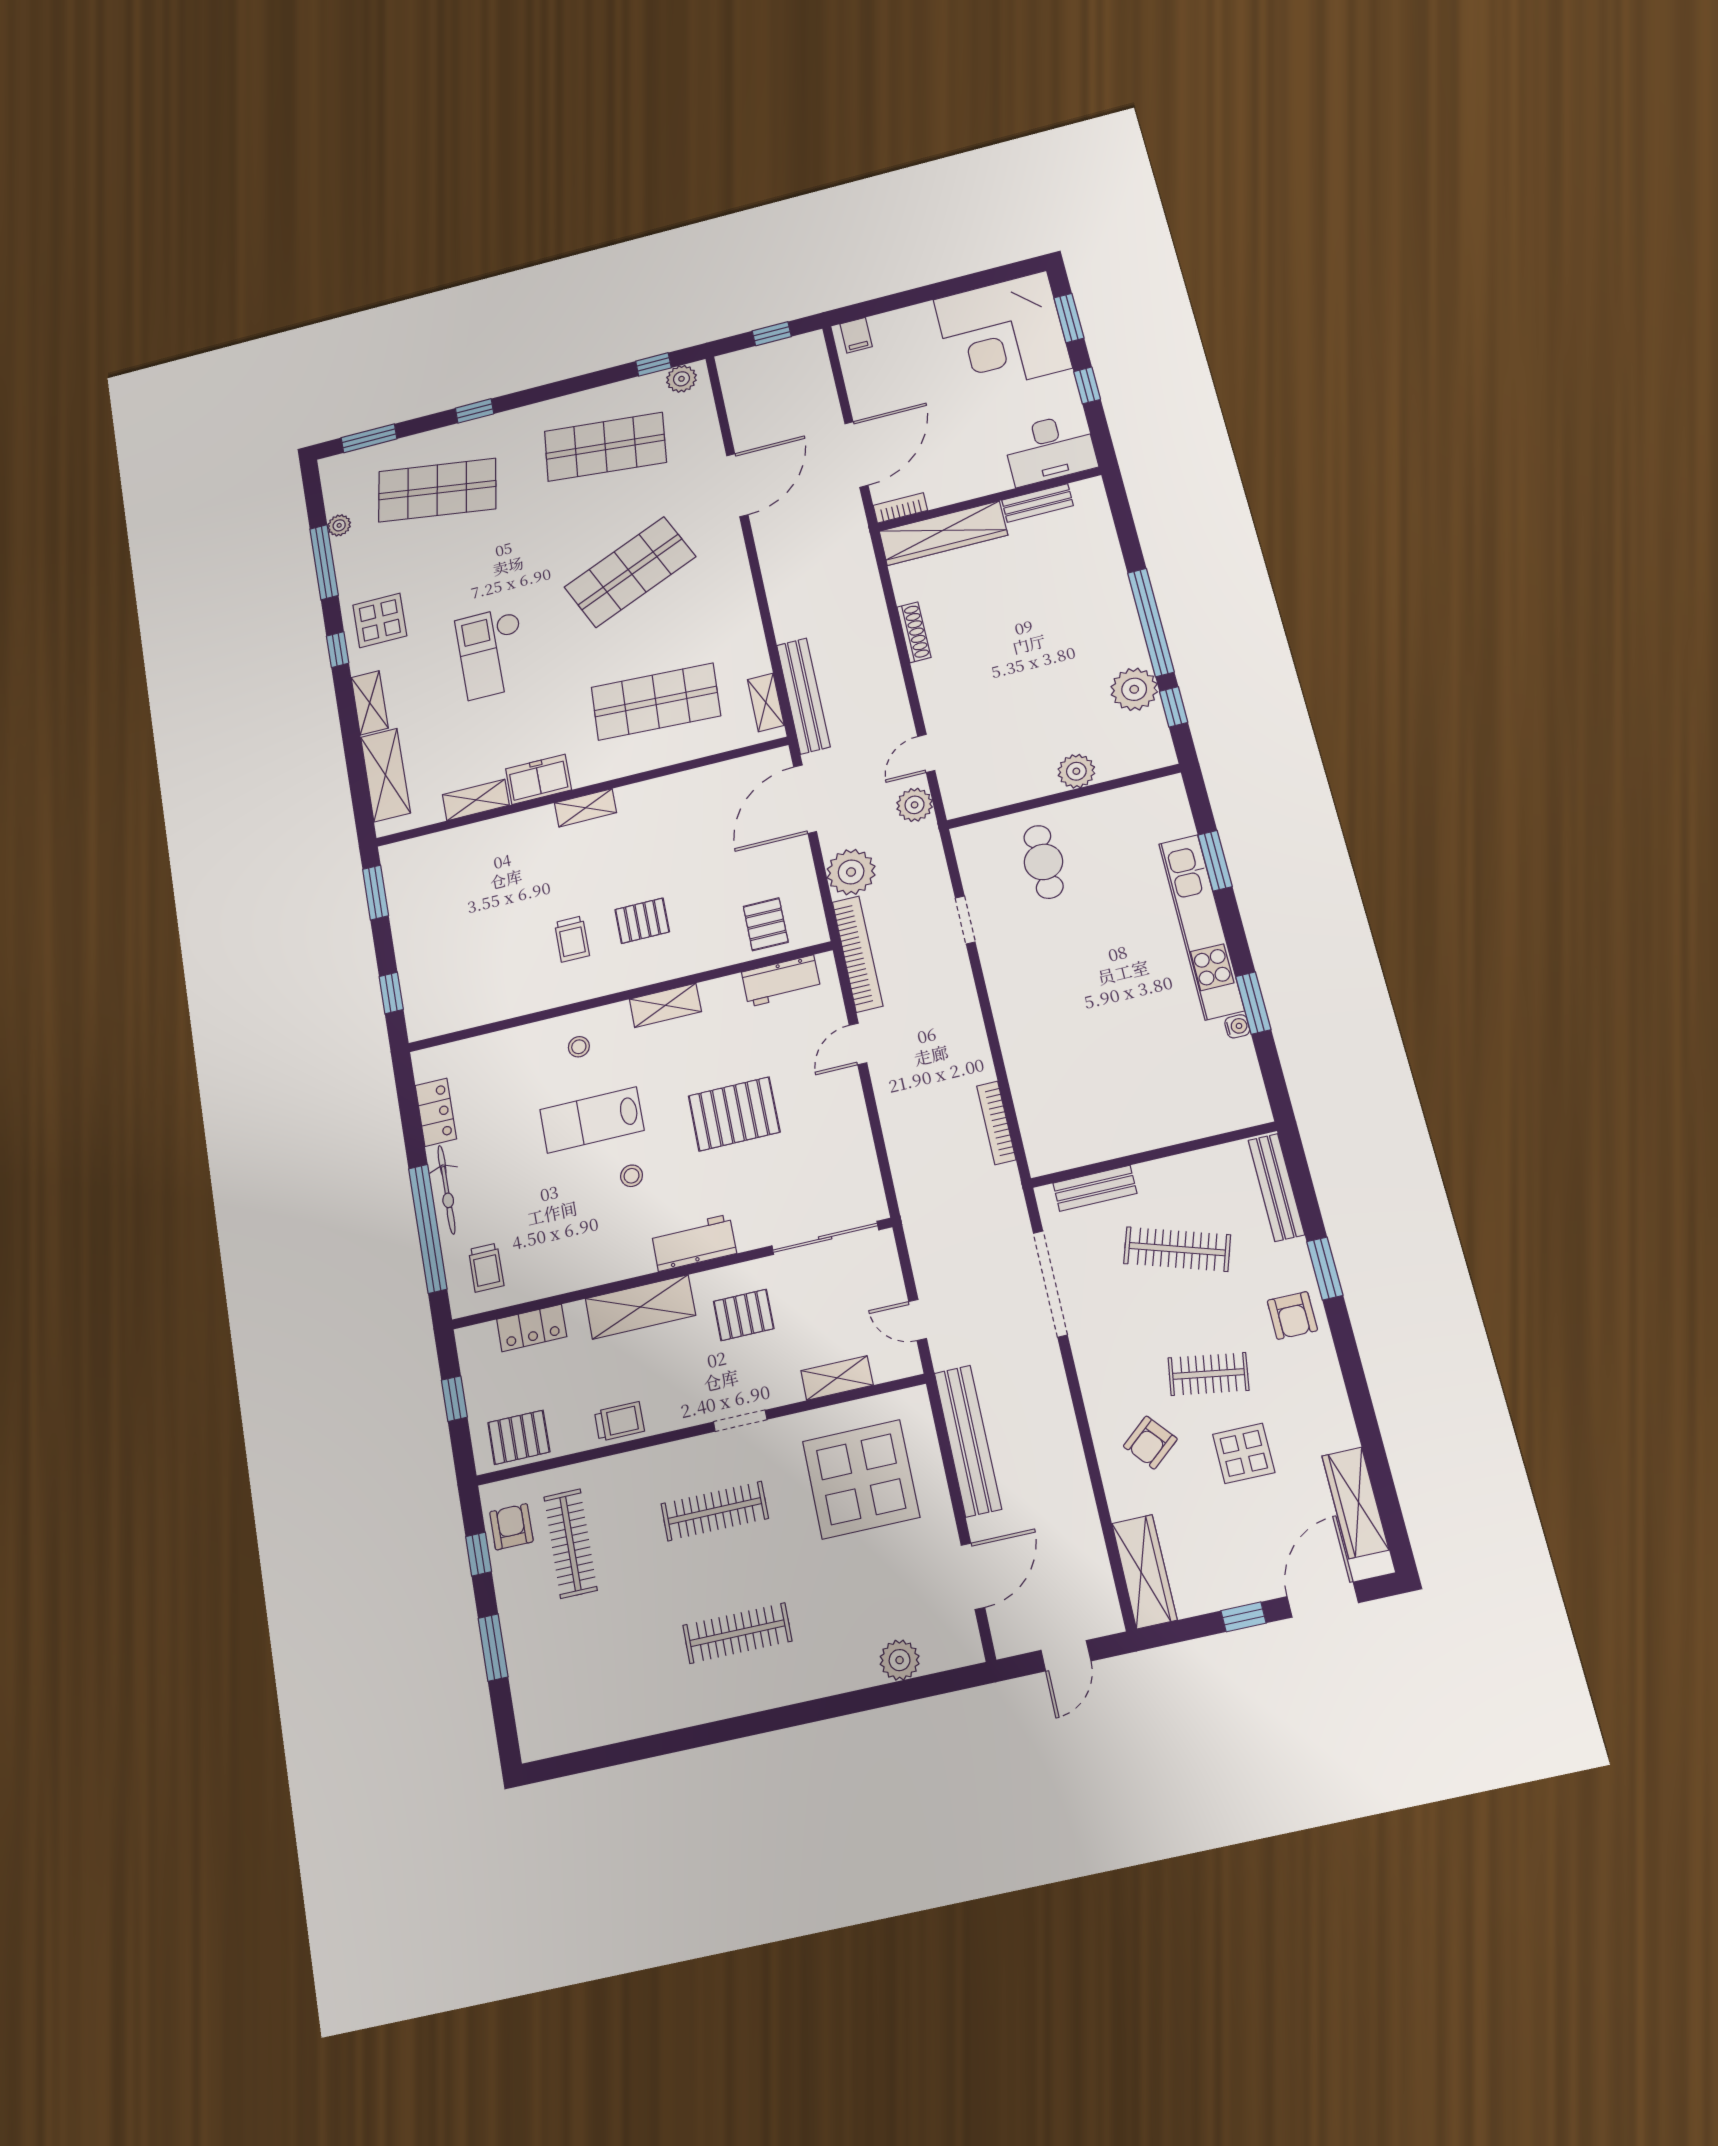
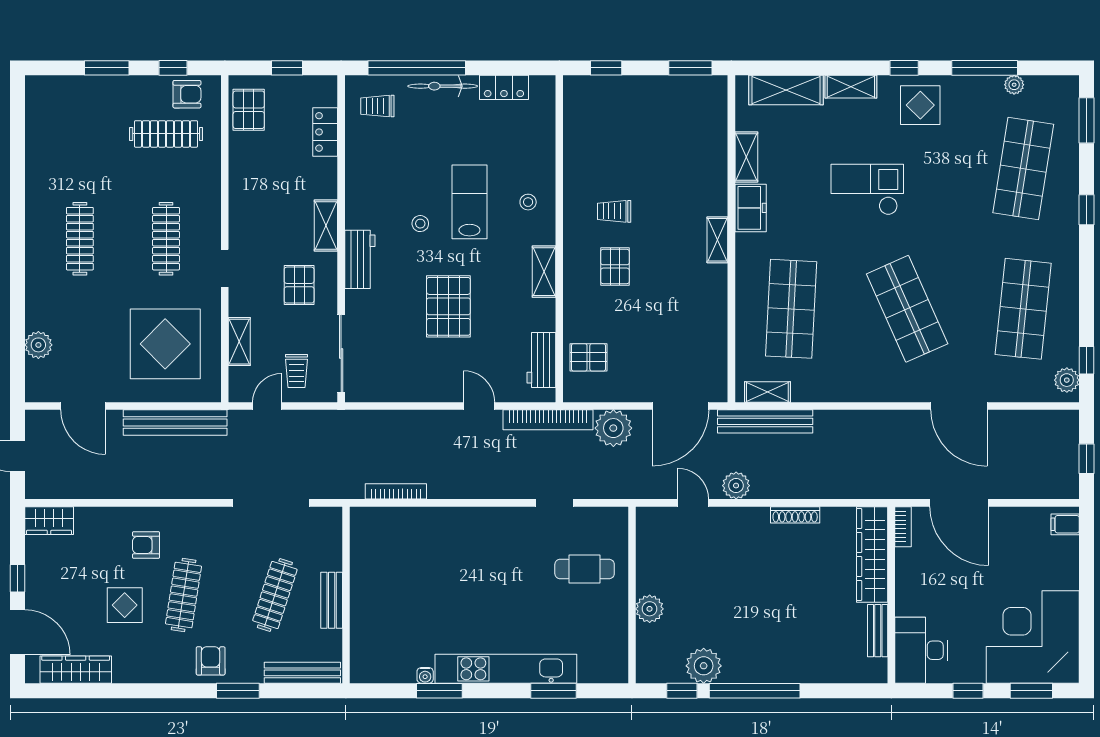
door: (805, 799) -> (680, 406), swing flipped
plant: (915, 805) -> (736, 486), moved
bench: (1095, 1188) -> (332, 600), moved
shelving: (640, 1307) -> (326, 226), width x0.67, depth x0.75
armchair: (1292, 1315) -> (211, 661), turned 90
clothes rail: (1208, 1374) -> (184, 595), width x1.36
trolley: (619, 1421) -> (297, 371), moved
armchair: (1150, 1443) -> (146, 545), turned -50
wardrobe: (1144, 1571) -> (49, 521), width x0.67

